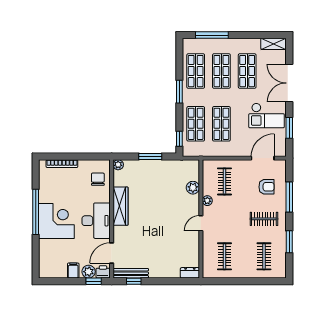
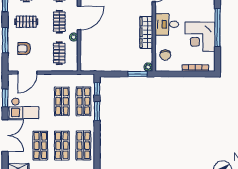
window: (179, 92) -> (97, 111), moved
checkout: (267, 116) -> (24, 108), turned 180
window: (150, 157) -> (138, 74), moved
plant: (193, 188) -> (86, 48), removed
clothes rail: (224, 219) -> (59, 22), added
corner desk: (56, 221) -> (200, 37), moved
desk: (96, 221) -> (167, 24), width x0.73
door: (201, 223) -> (79, 18), width x1.88

